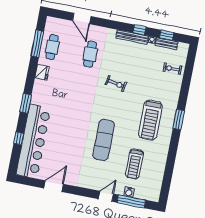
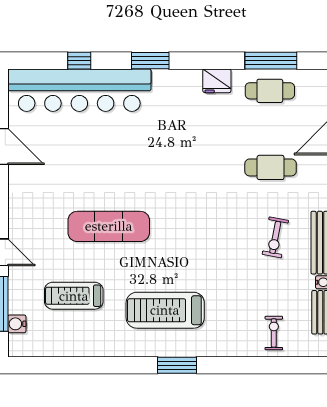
exercise bike: (116, 83) -> (275, 237), moved
water cooler: (129, 192) -> (17, 324), moved

